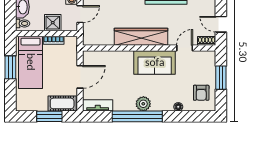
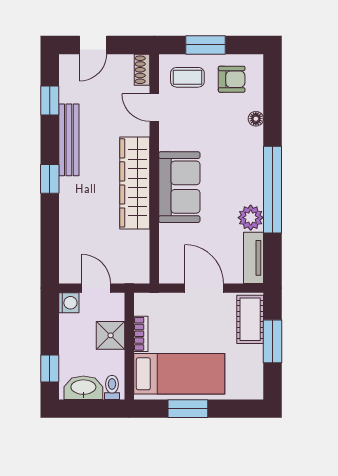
door: (221, 24) -> (93, 45), moved
sofa: (155, 62) -> (179, 187), moved
coffee table: (202, 67) -> (187, 77), added
plant: (143, 104) -> (251, 218), moved

